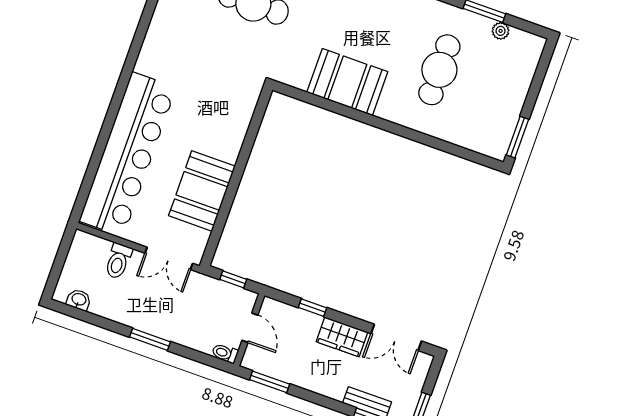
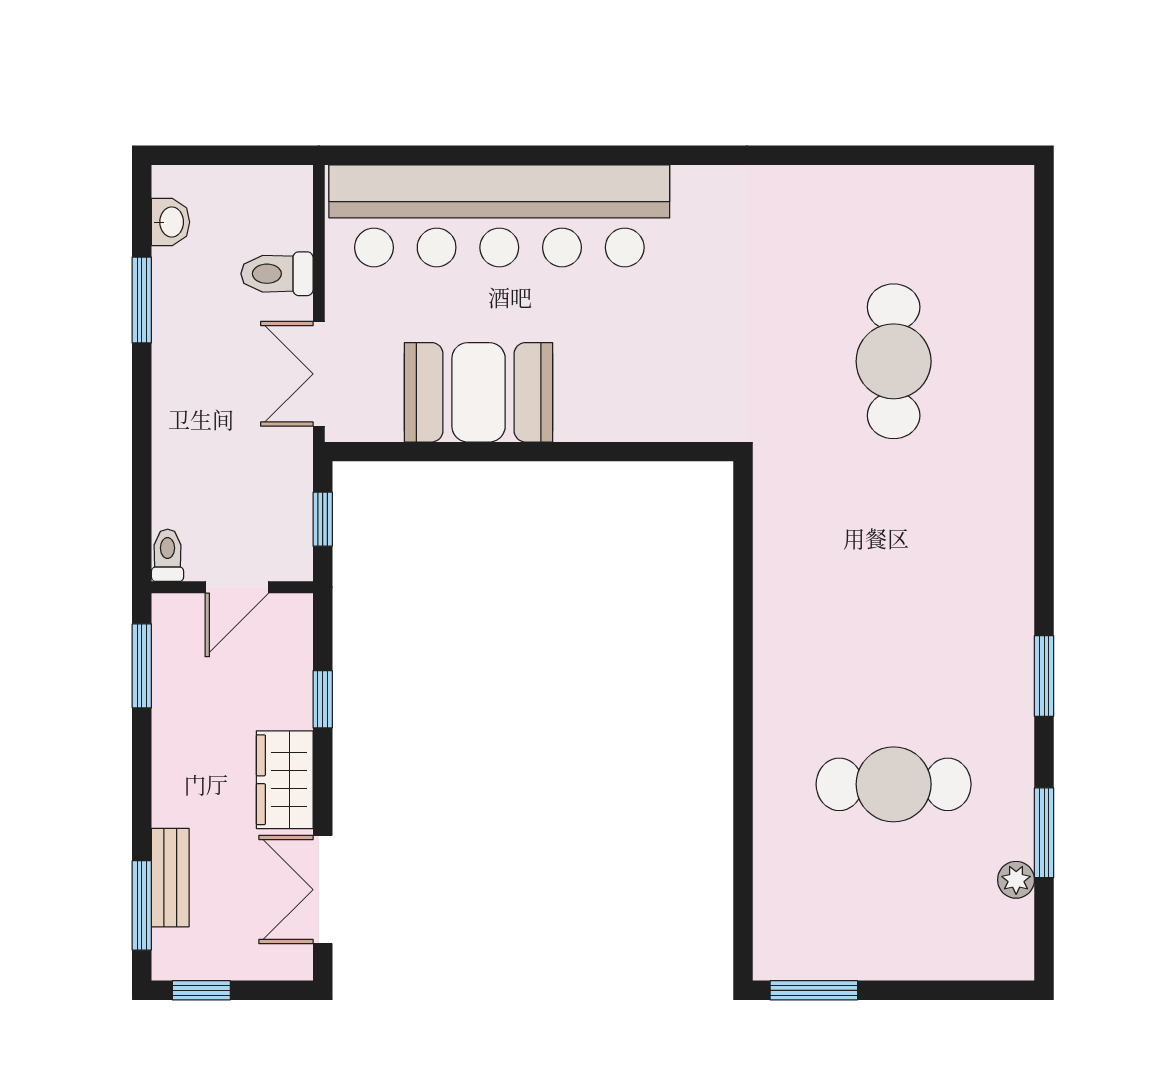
booth: (347, 82) -> (803, 607), removed
window: (150, 339) -> (142, 300), moved

